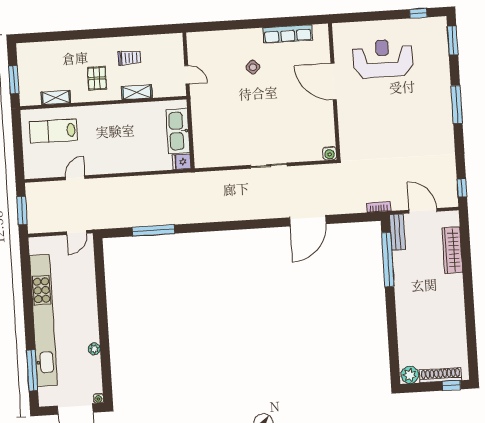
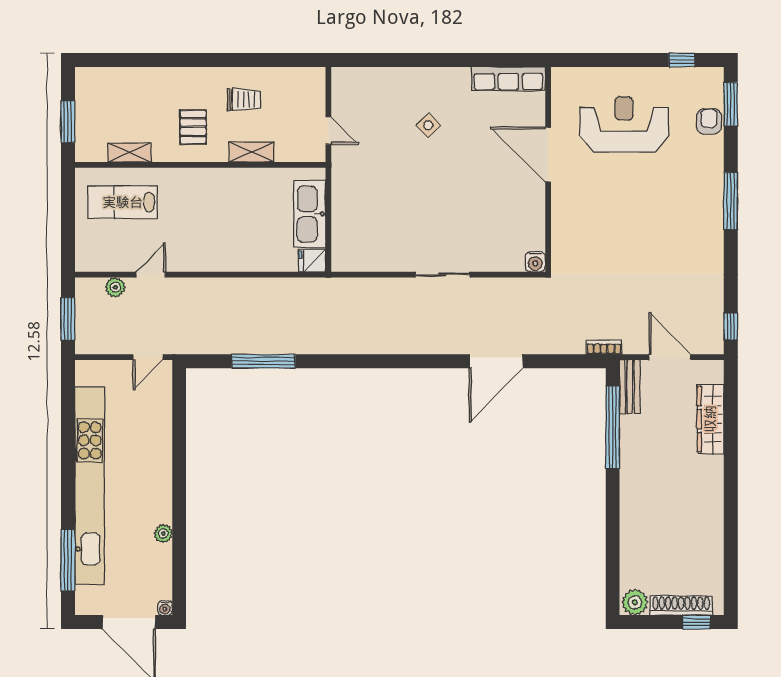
row of seats: (288, 34) -> (508, 79), moved
armchair: (439, 53) -> (709, 121), added
plant: (52, 188) -> (115, 287), added

